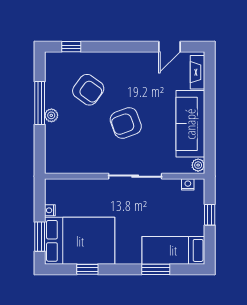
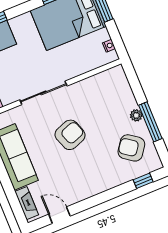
door: (169, 47) -> (59, 215), hinge flipped
armchair: (88, 90) -> (131, 148), moved
nightstand: (50, 210) -> (109, 46), moved

